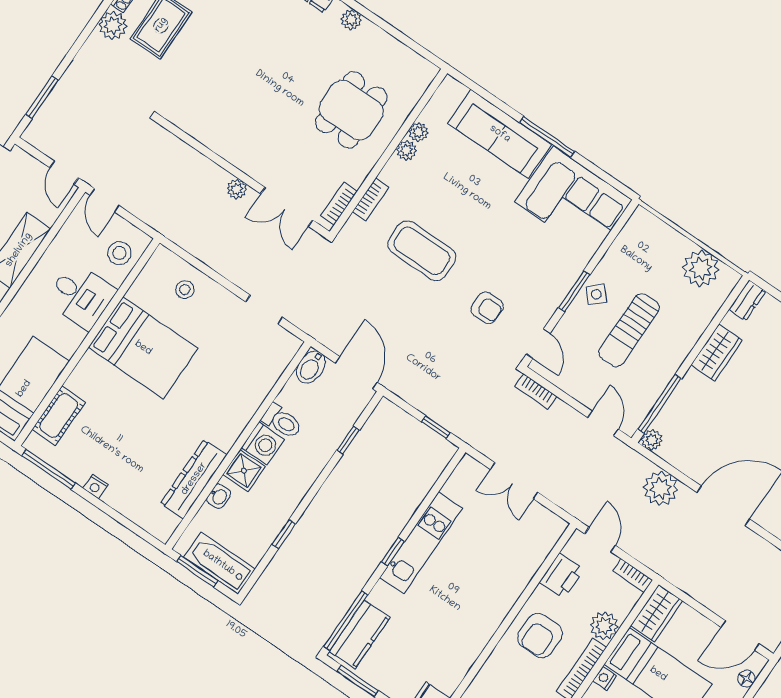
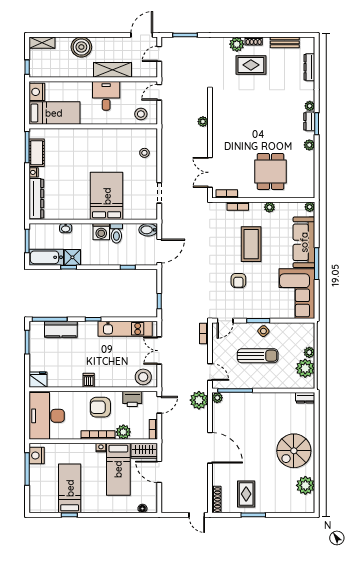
dining table: (351, 110) -> (270, 172), turned 90
plant: (418, 132) -> (310, 207), moved
door: (64, 173) -> (159, 54), moved
plant: (237, 189) -> (203, 122), moved
plant: (680, 245) -> (309, 352), added
coffee table: (422, 251) -> (251, 244), moved
desk: (81, 296) -> (106, 96), moved, turned 180
armchair: (487, 308) -> (238, 281), moved
sun lounger: (629, 330) -> (258, 356), turned 180
bed: (143, 348) -> (107, 196), moved, turned 180
wardrobe: (717, 352) -> (274, 400), removed
cot: (59, 416) -> (37, 153), moved, turned 90
door: (603, 423) -> (210, 372), hinge flipped
shower: (244, 471) -> (72, 257), moved
dresser: (194, 479) -> (36, 199), moved, turned 90
plant: (661, 488) -> (199, 400), moved
stool: (539, 535) -> (143, 377), added
kitchen unit: (421, 543) -> (125, 329), moved
bathtub: (219, 563) -> (46, 257), moved, turned -90
dishwasher: (484, 625) -> (89, 380), added
kitchen counter: (360, 634) -> (61, 329), moved
door: (740, 635) -> (159, 472), moved

